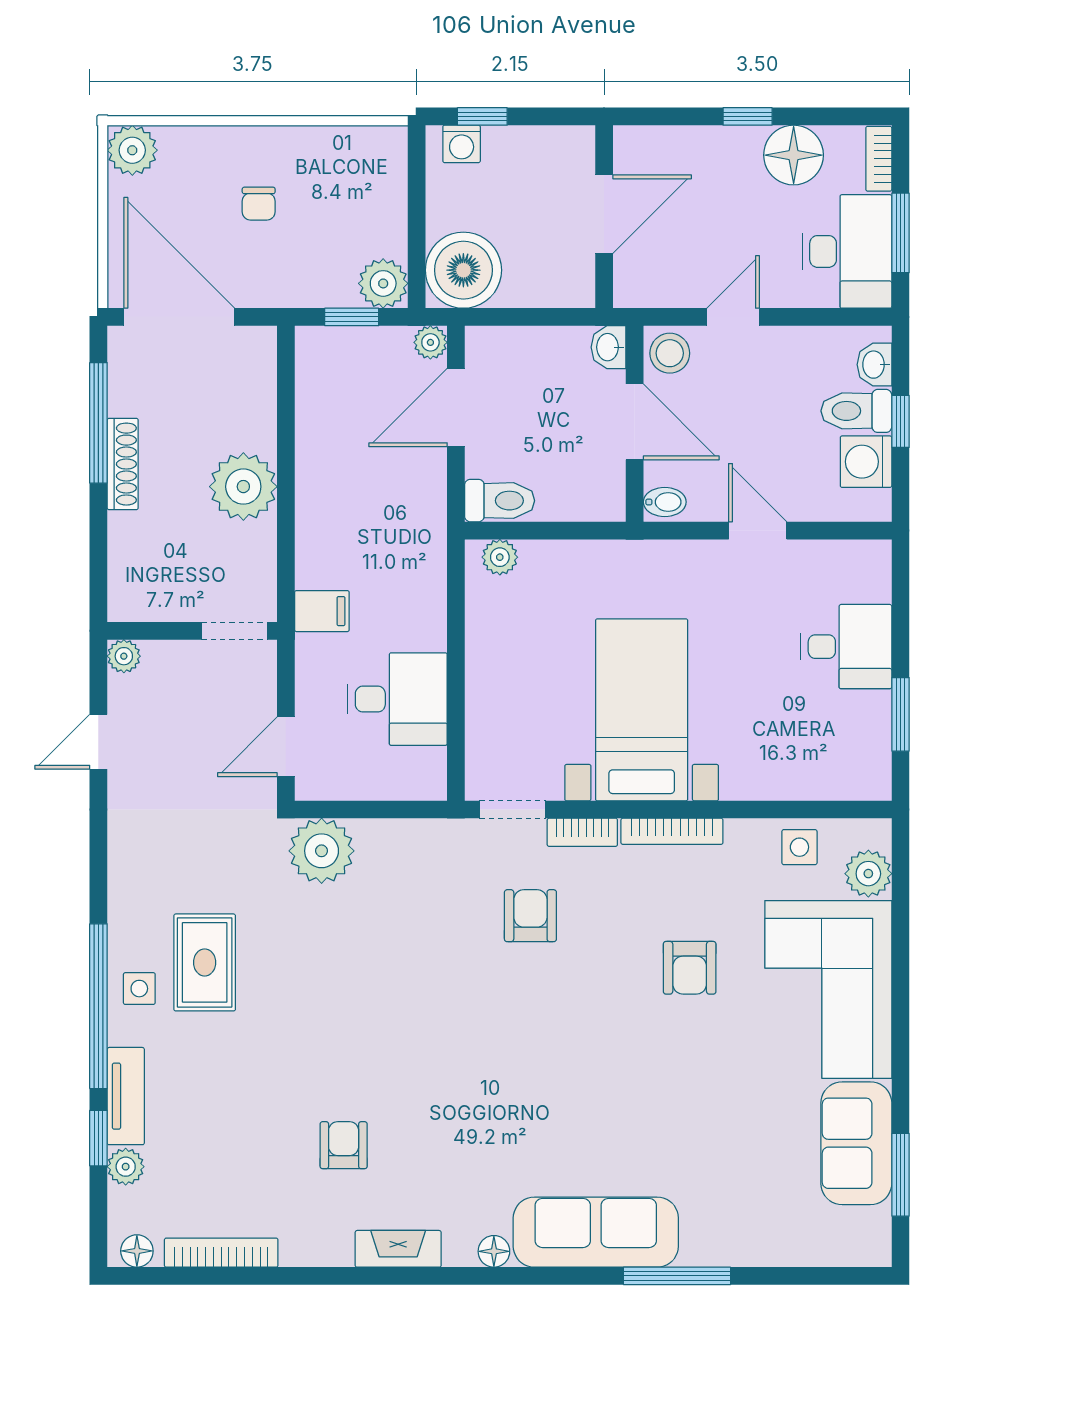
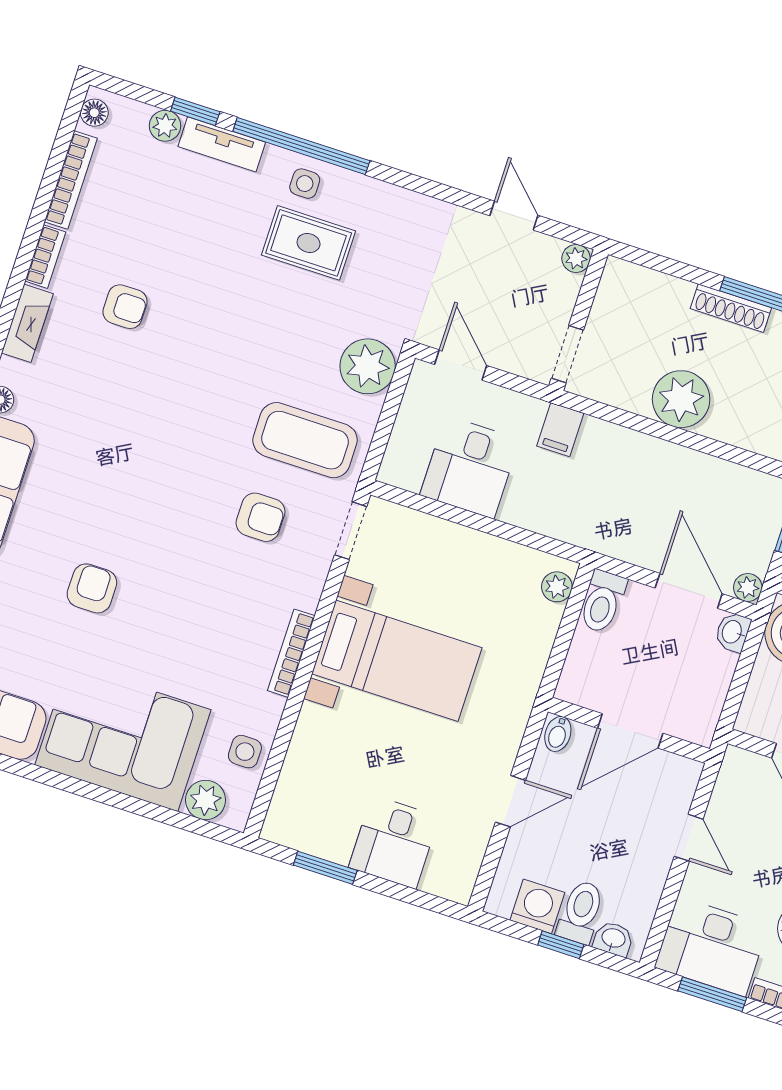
washbasin: (609, 347) -> (733, 632), moved, turned -90
stool: (670, 353) -> (676, 777), removed
bookcase: (582, 832) -> (45, 257), moved, turned 180
coffee table: (427, 894) -> (305, 440), added
armchair: (690, 968) -> (92, 588), moved, turned 90

